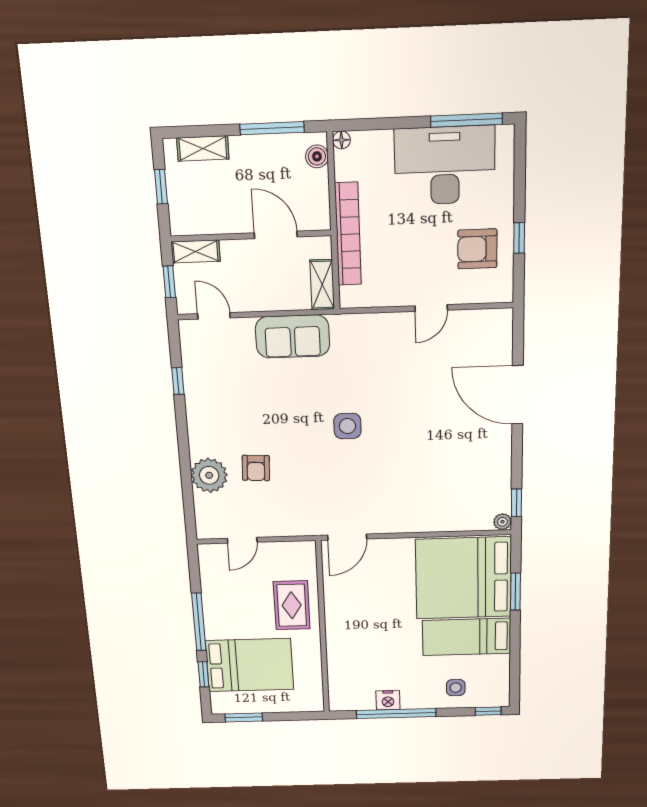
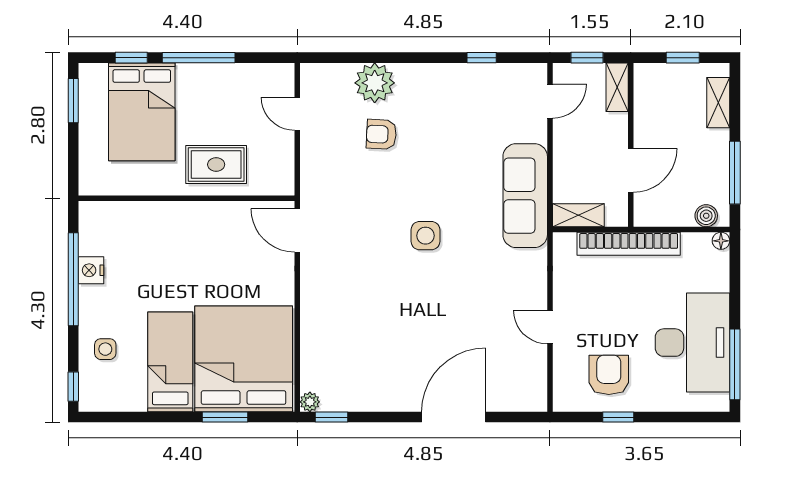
sofa: (293, 336) -> (525, 196), width x1.36

